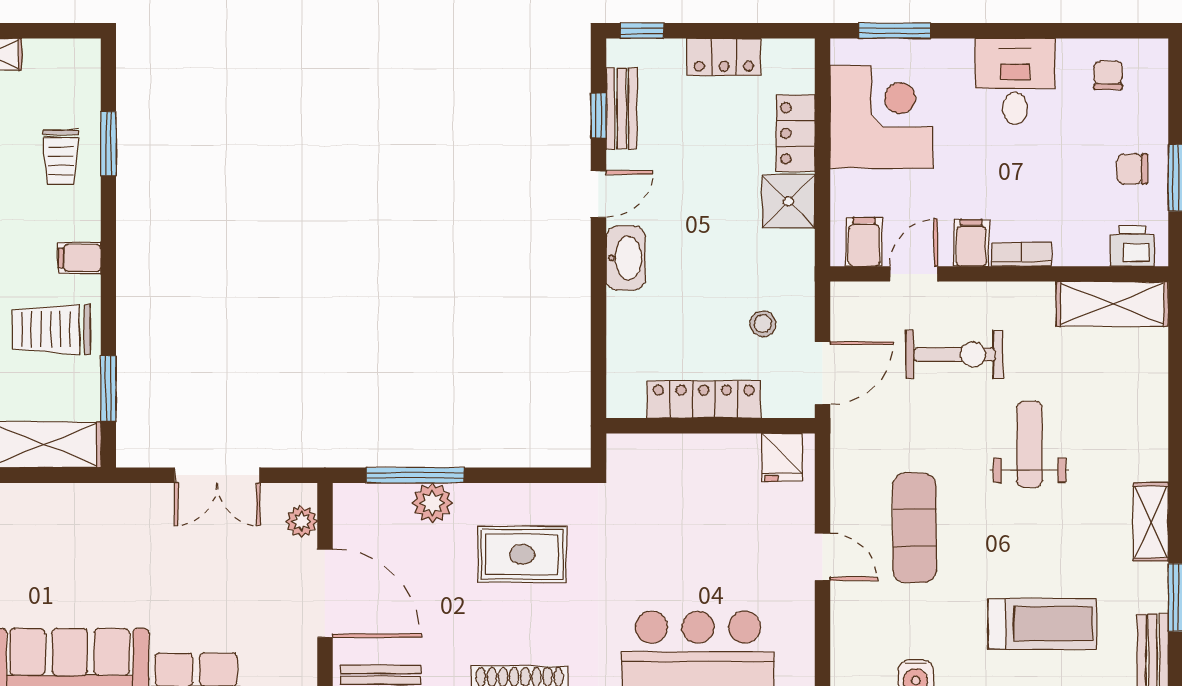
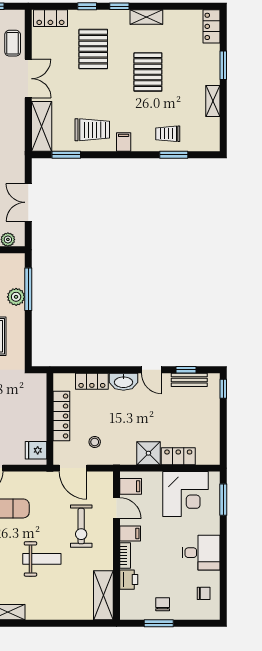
locker: (724, 57) -> (92, 381), moved, turned -90
printer: (1132, 246) -> (129, 580), moved
trolley: (51, 329) -> (92, 130), turned 90

